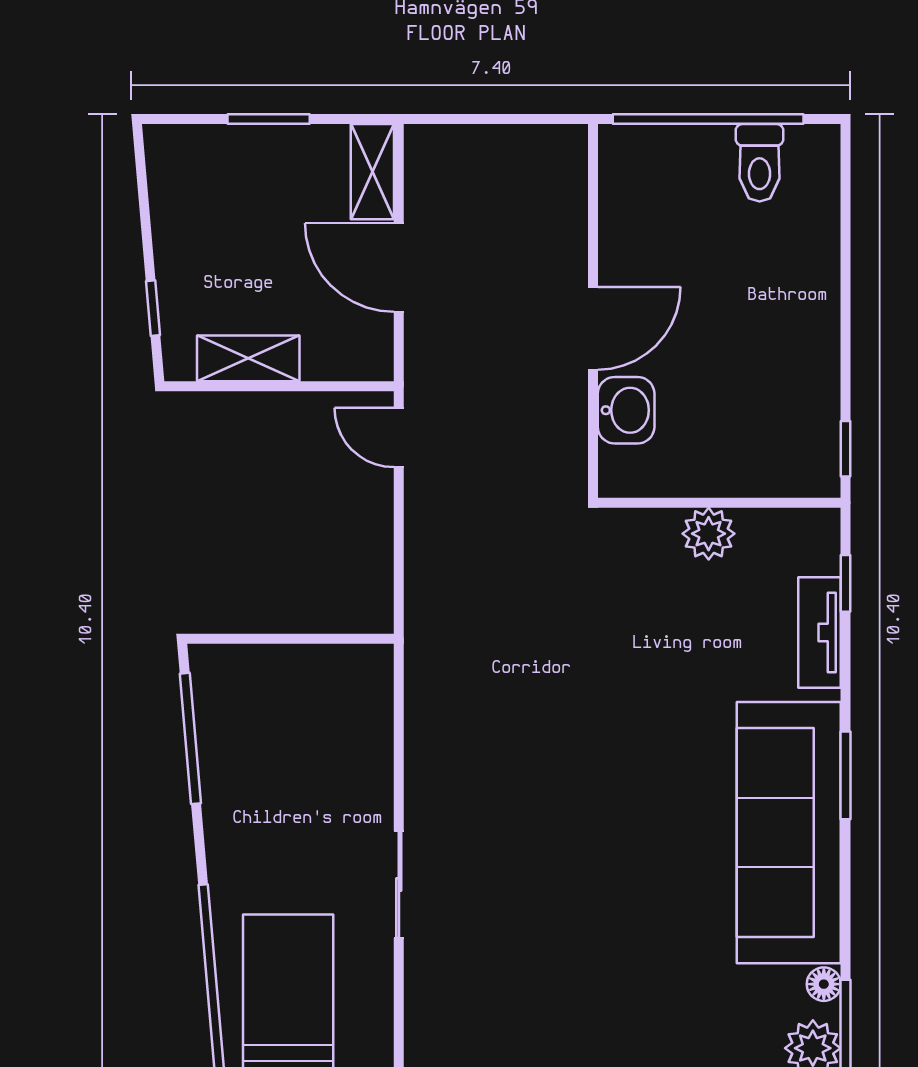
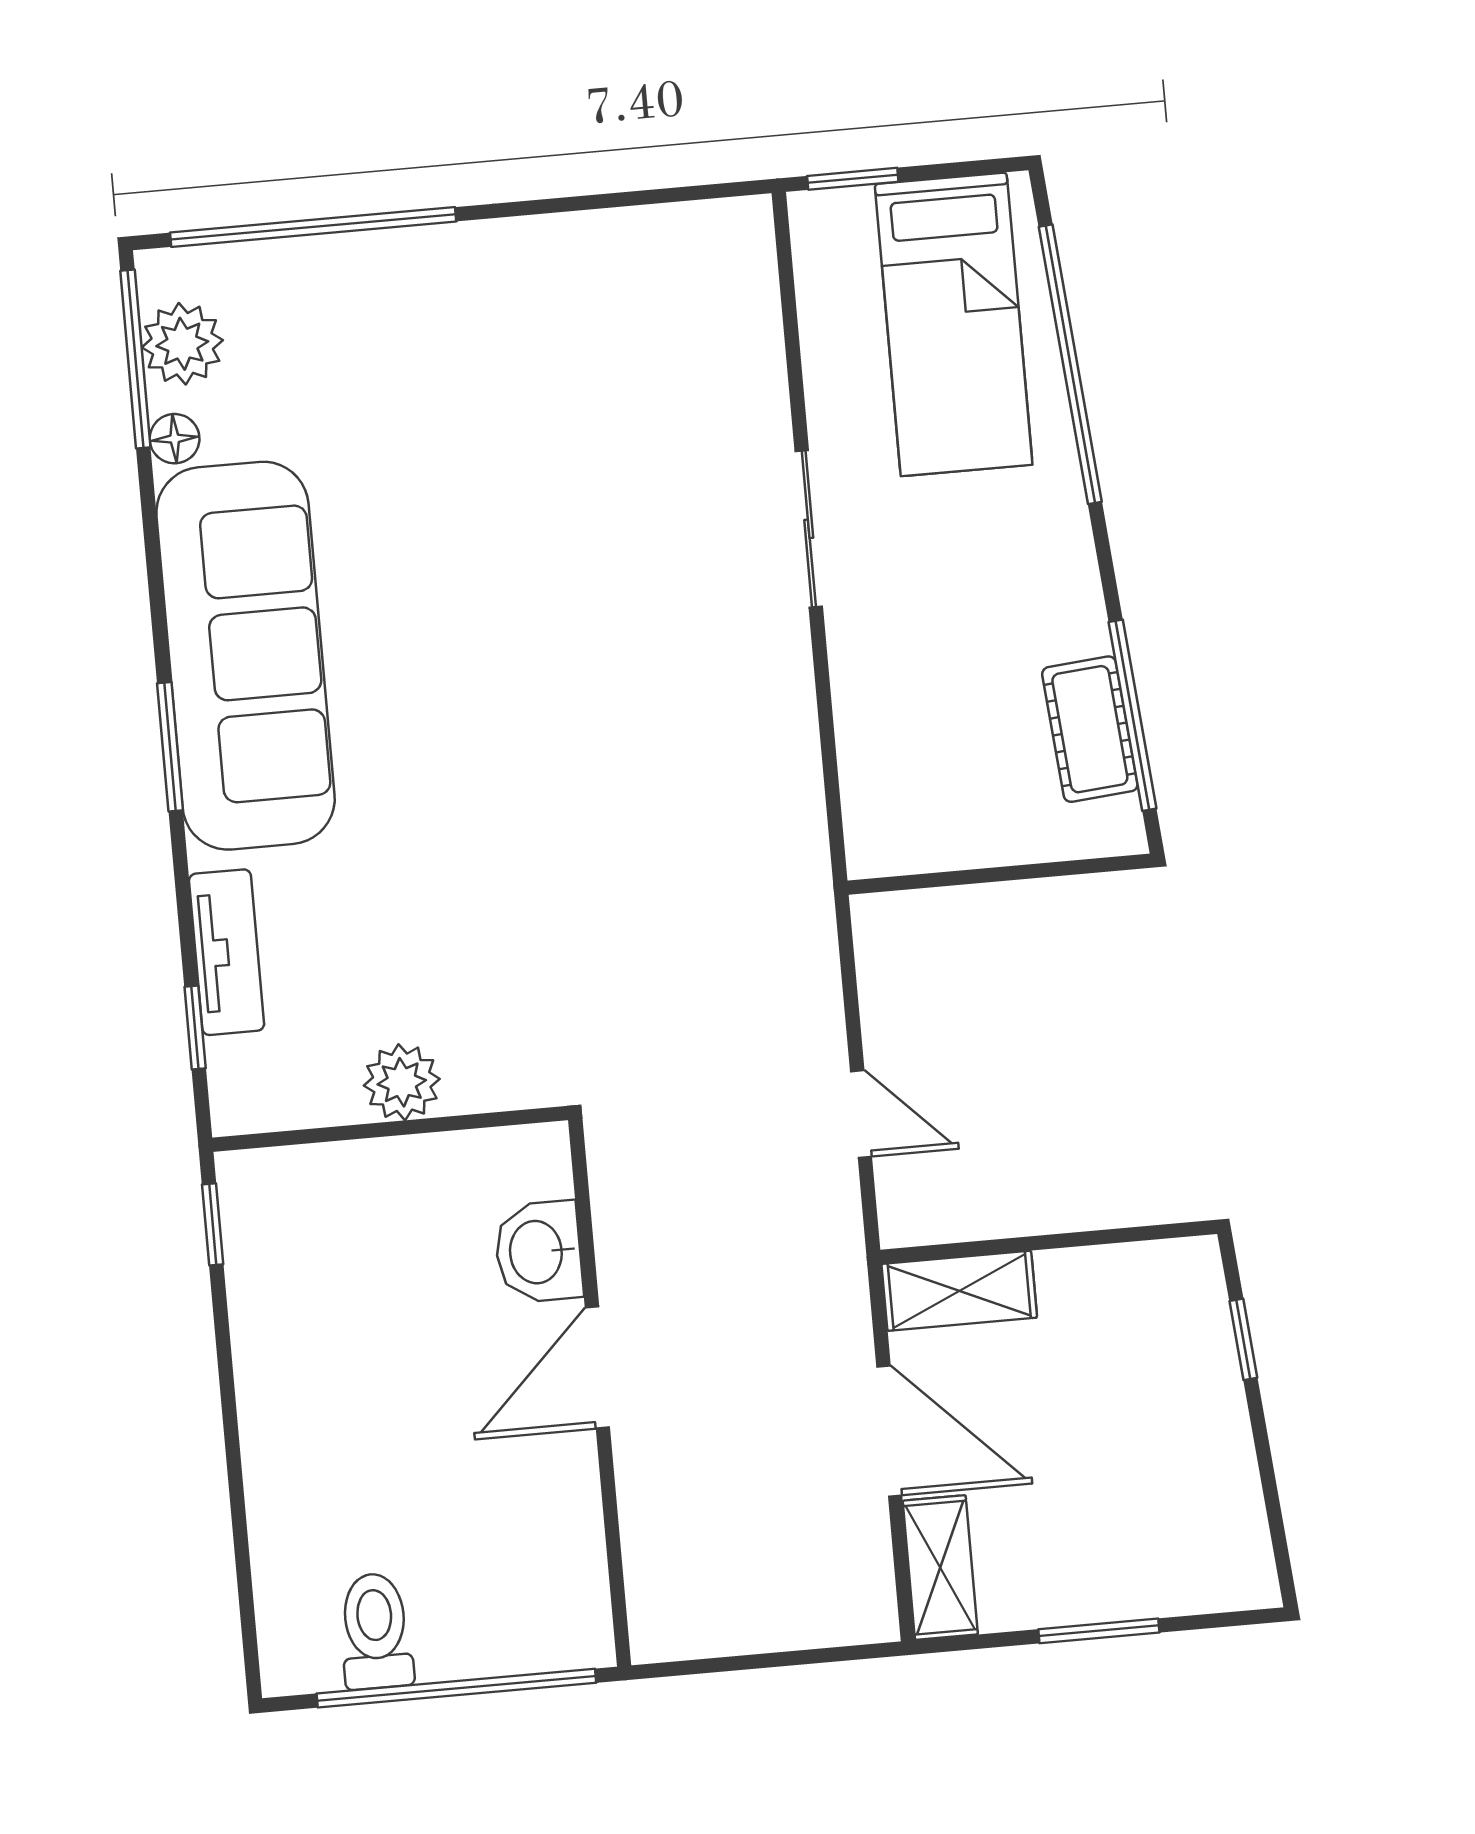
shelving: (248, 358) -> (959, 1291), moved
door: (399, 438) -> (861, 1114), moved
cot: (220, 732) -> (1090, 729), added

